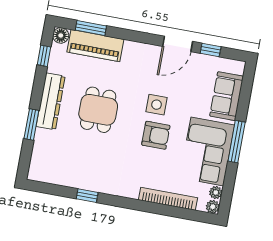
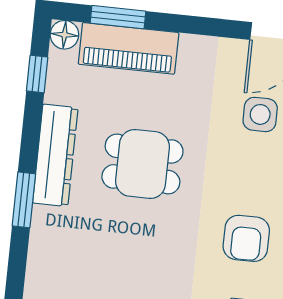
side table: (157, 105) -> (260, 114), moved
dining table: (98, 110) -> (142, 164), turned 90
armchair: (156, 135) -> (246, 238), moved, turned 90

